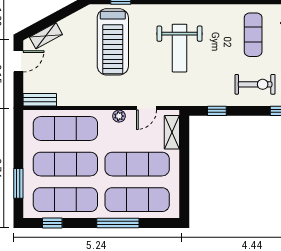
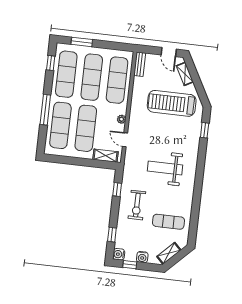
treadmill: (113, 42) -> (172, 103), moved
exercise bike: (255, 84) -> (137, 205), moved

